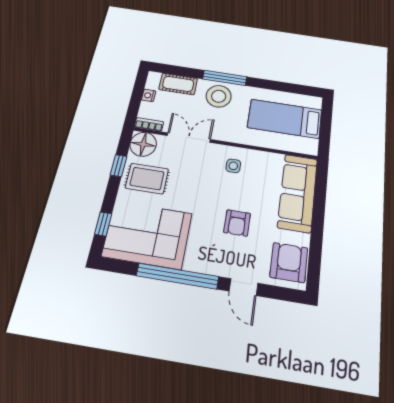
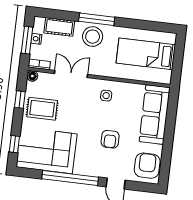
window: (137, 96) -> (27, 40), added
floor lamp: (143, 144) -> (32, 76), width x0.53, depth x0.53

